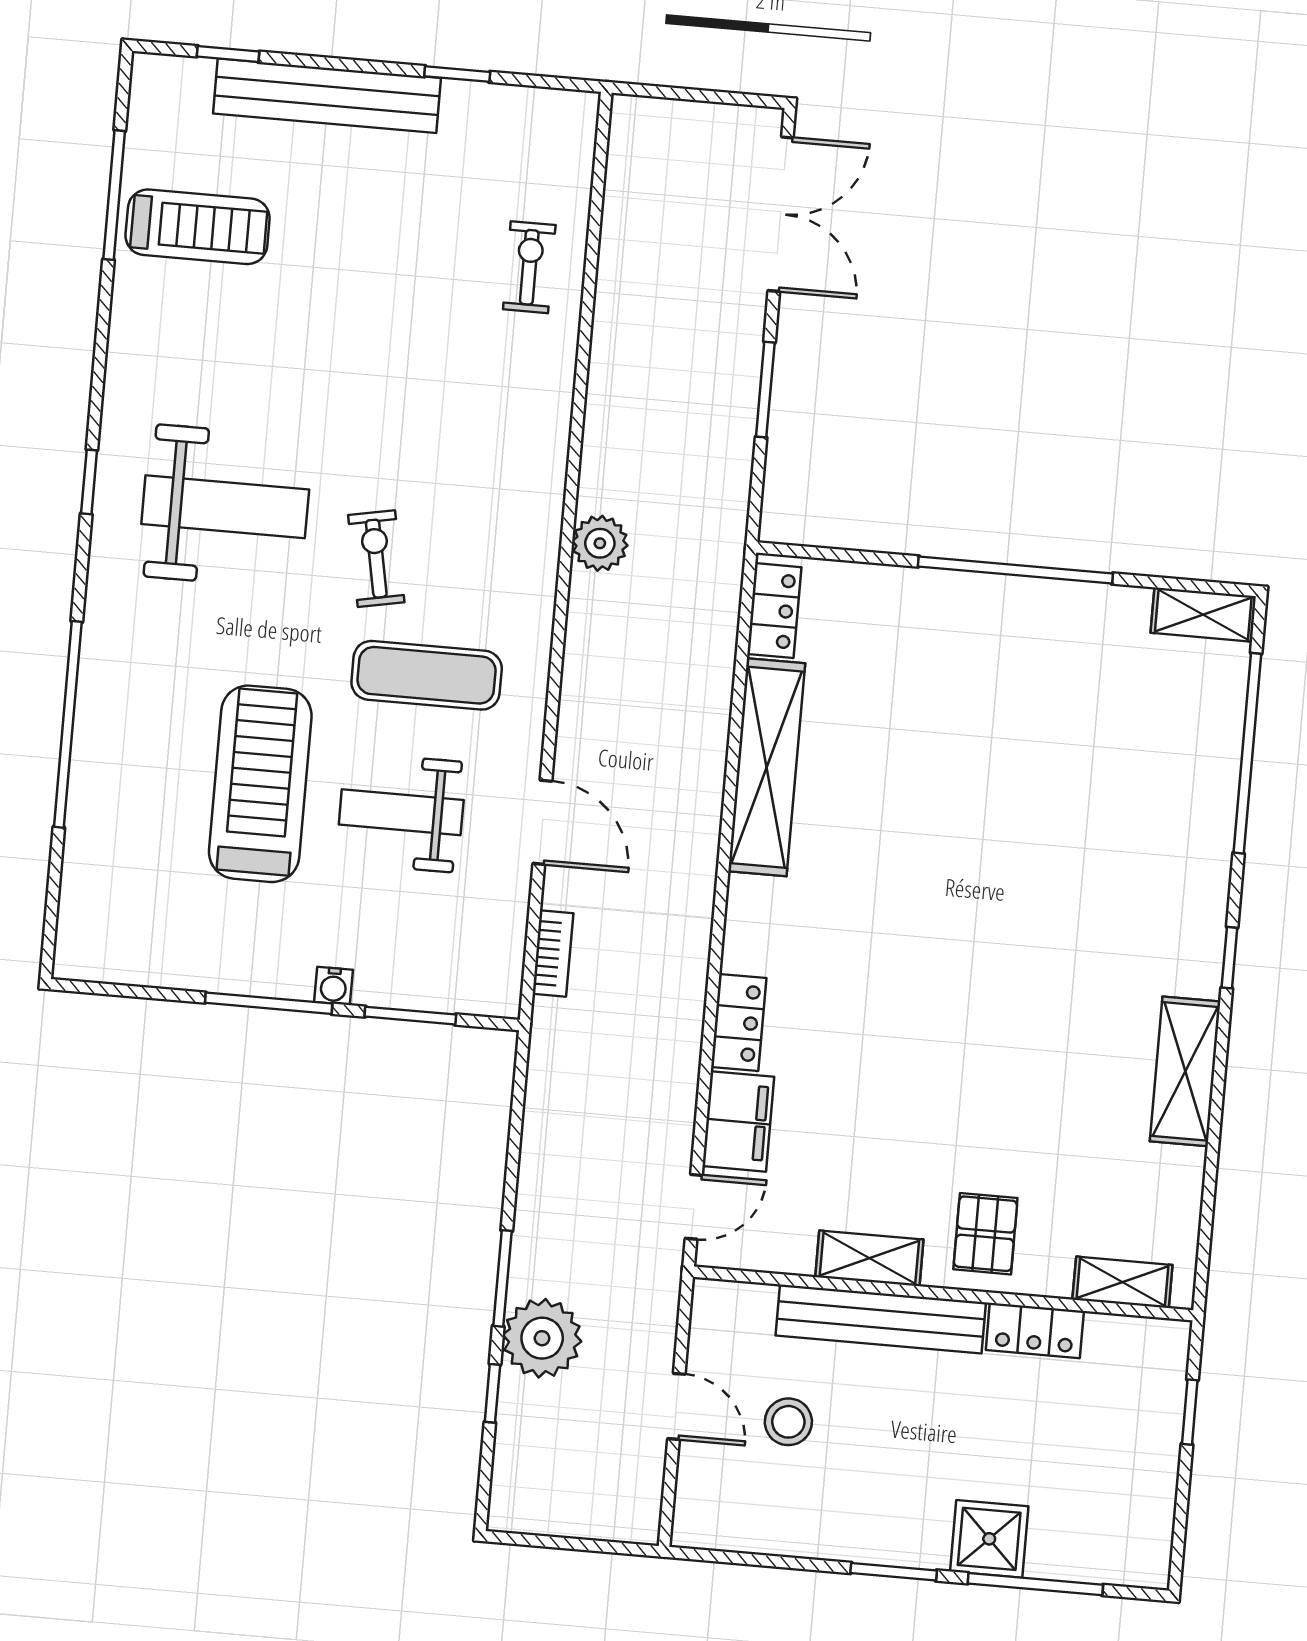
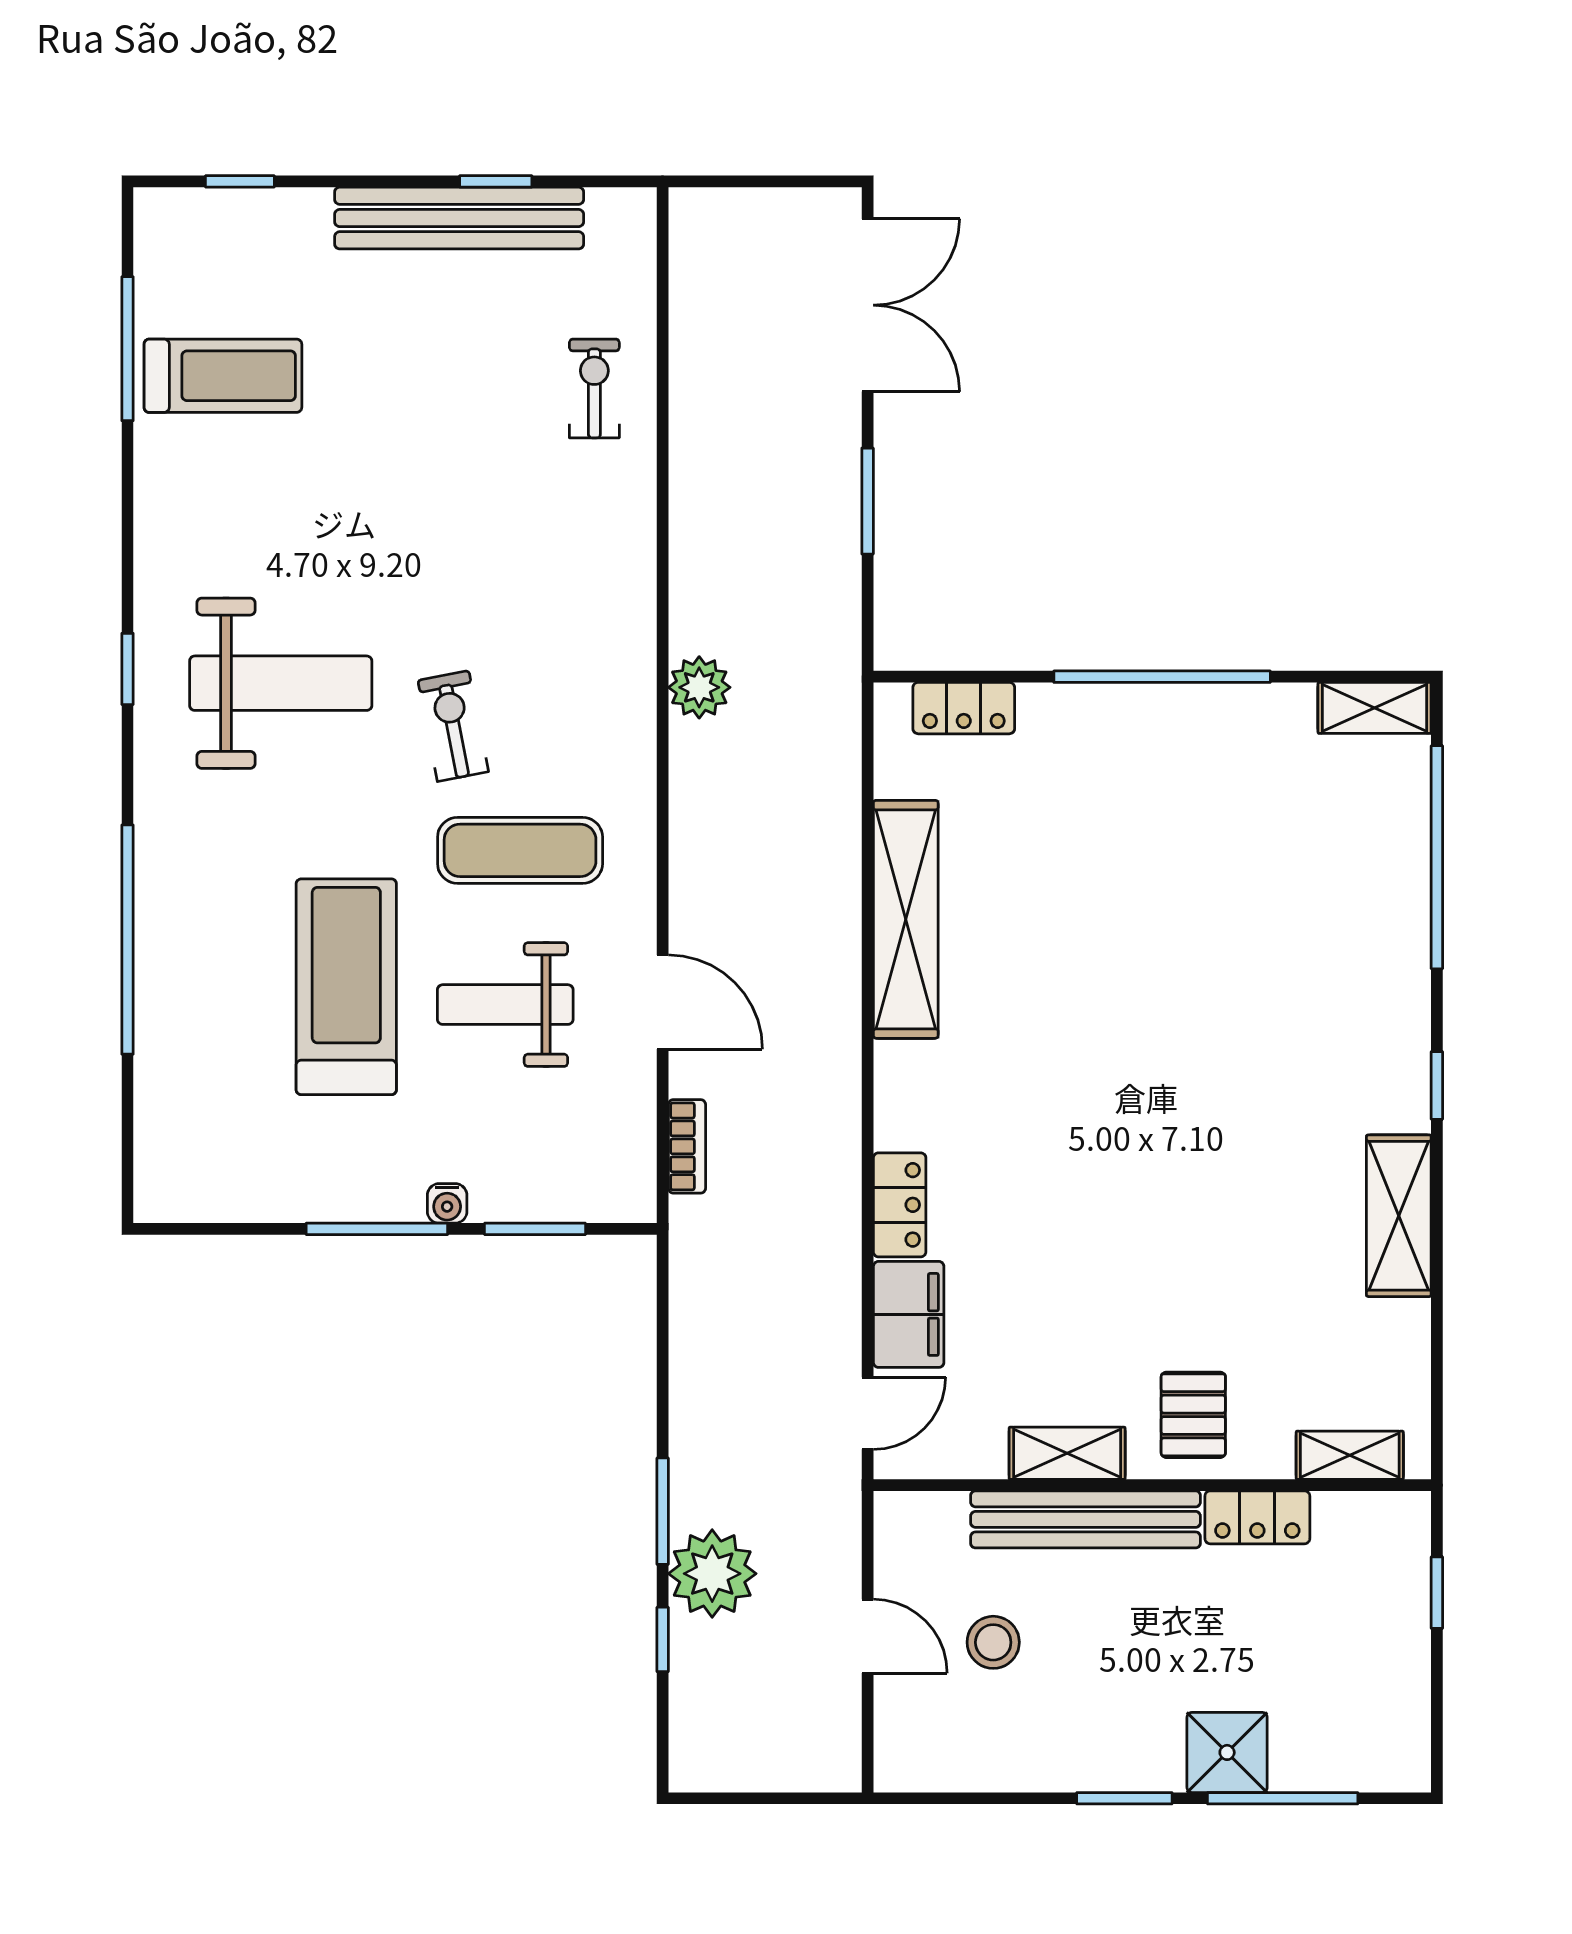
bench: (327, 96) -> (459, 218), moved
locker: (774, 611) -> (964, 708), moved, turned 90

